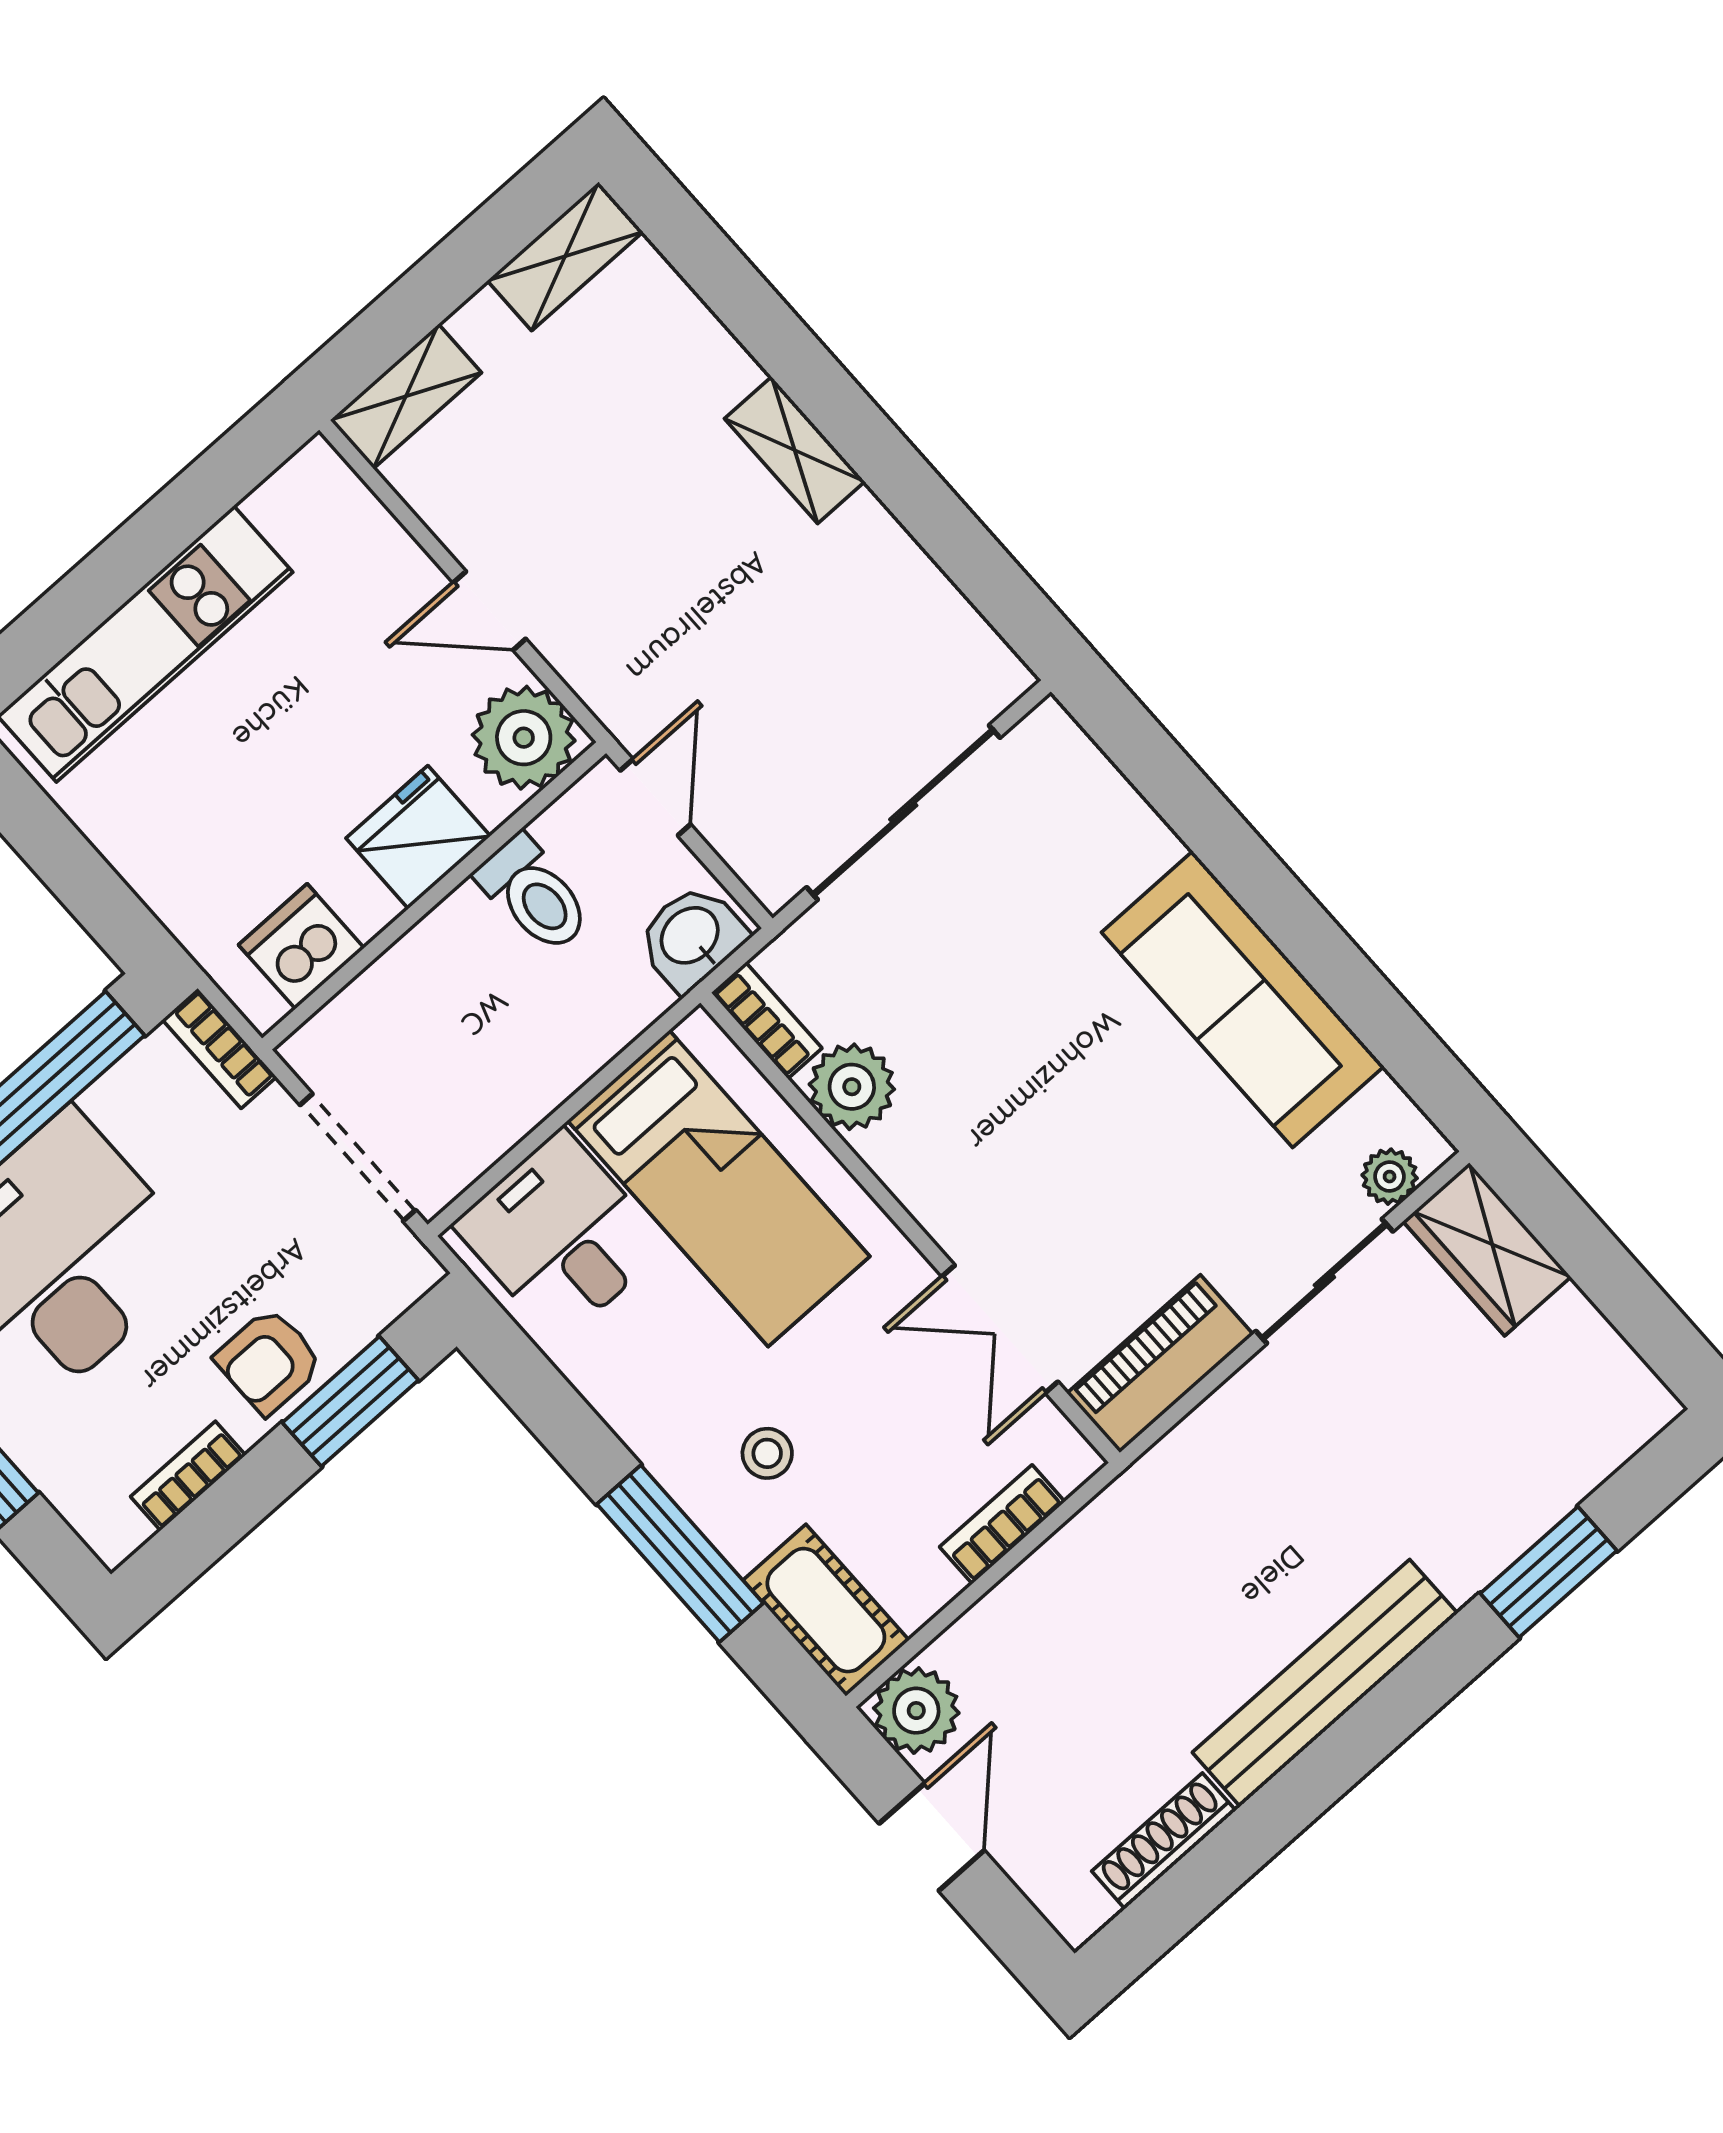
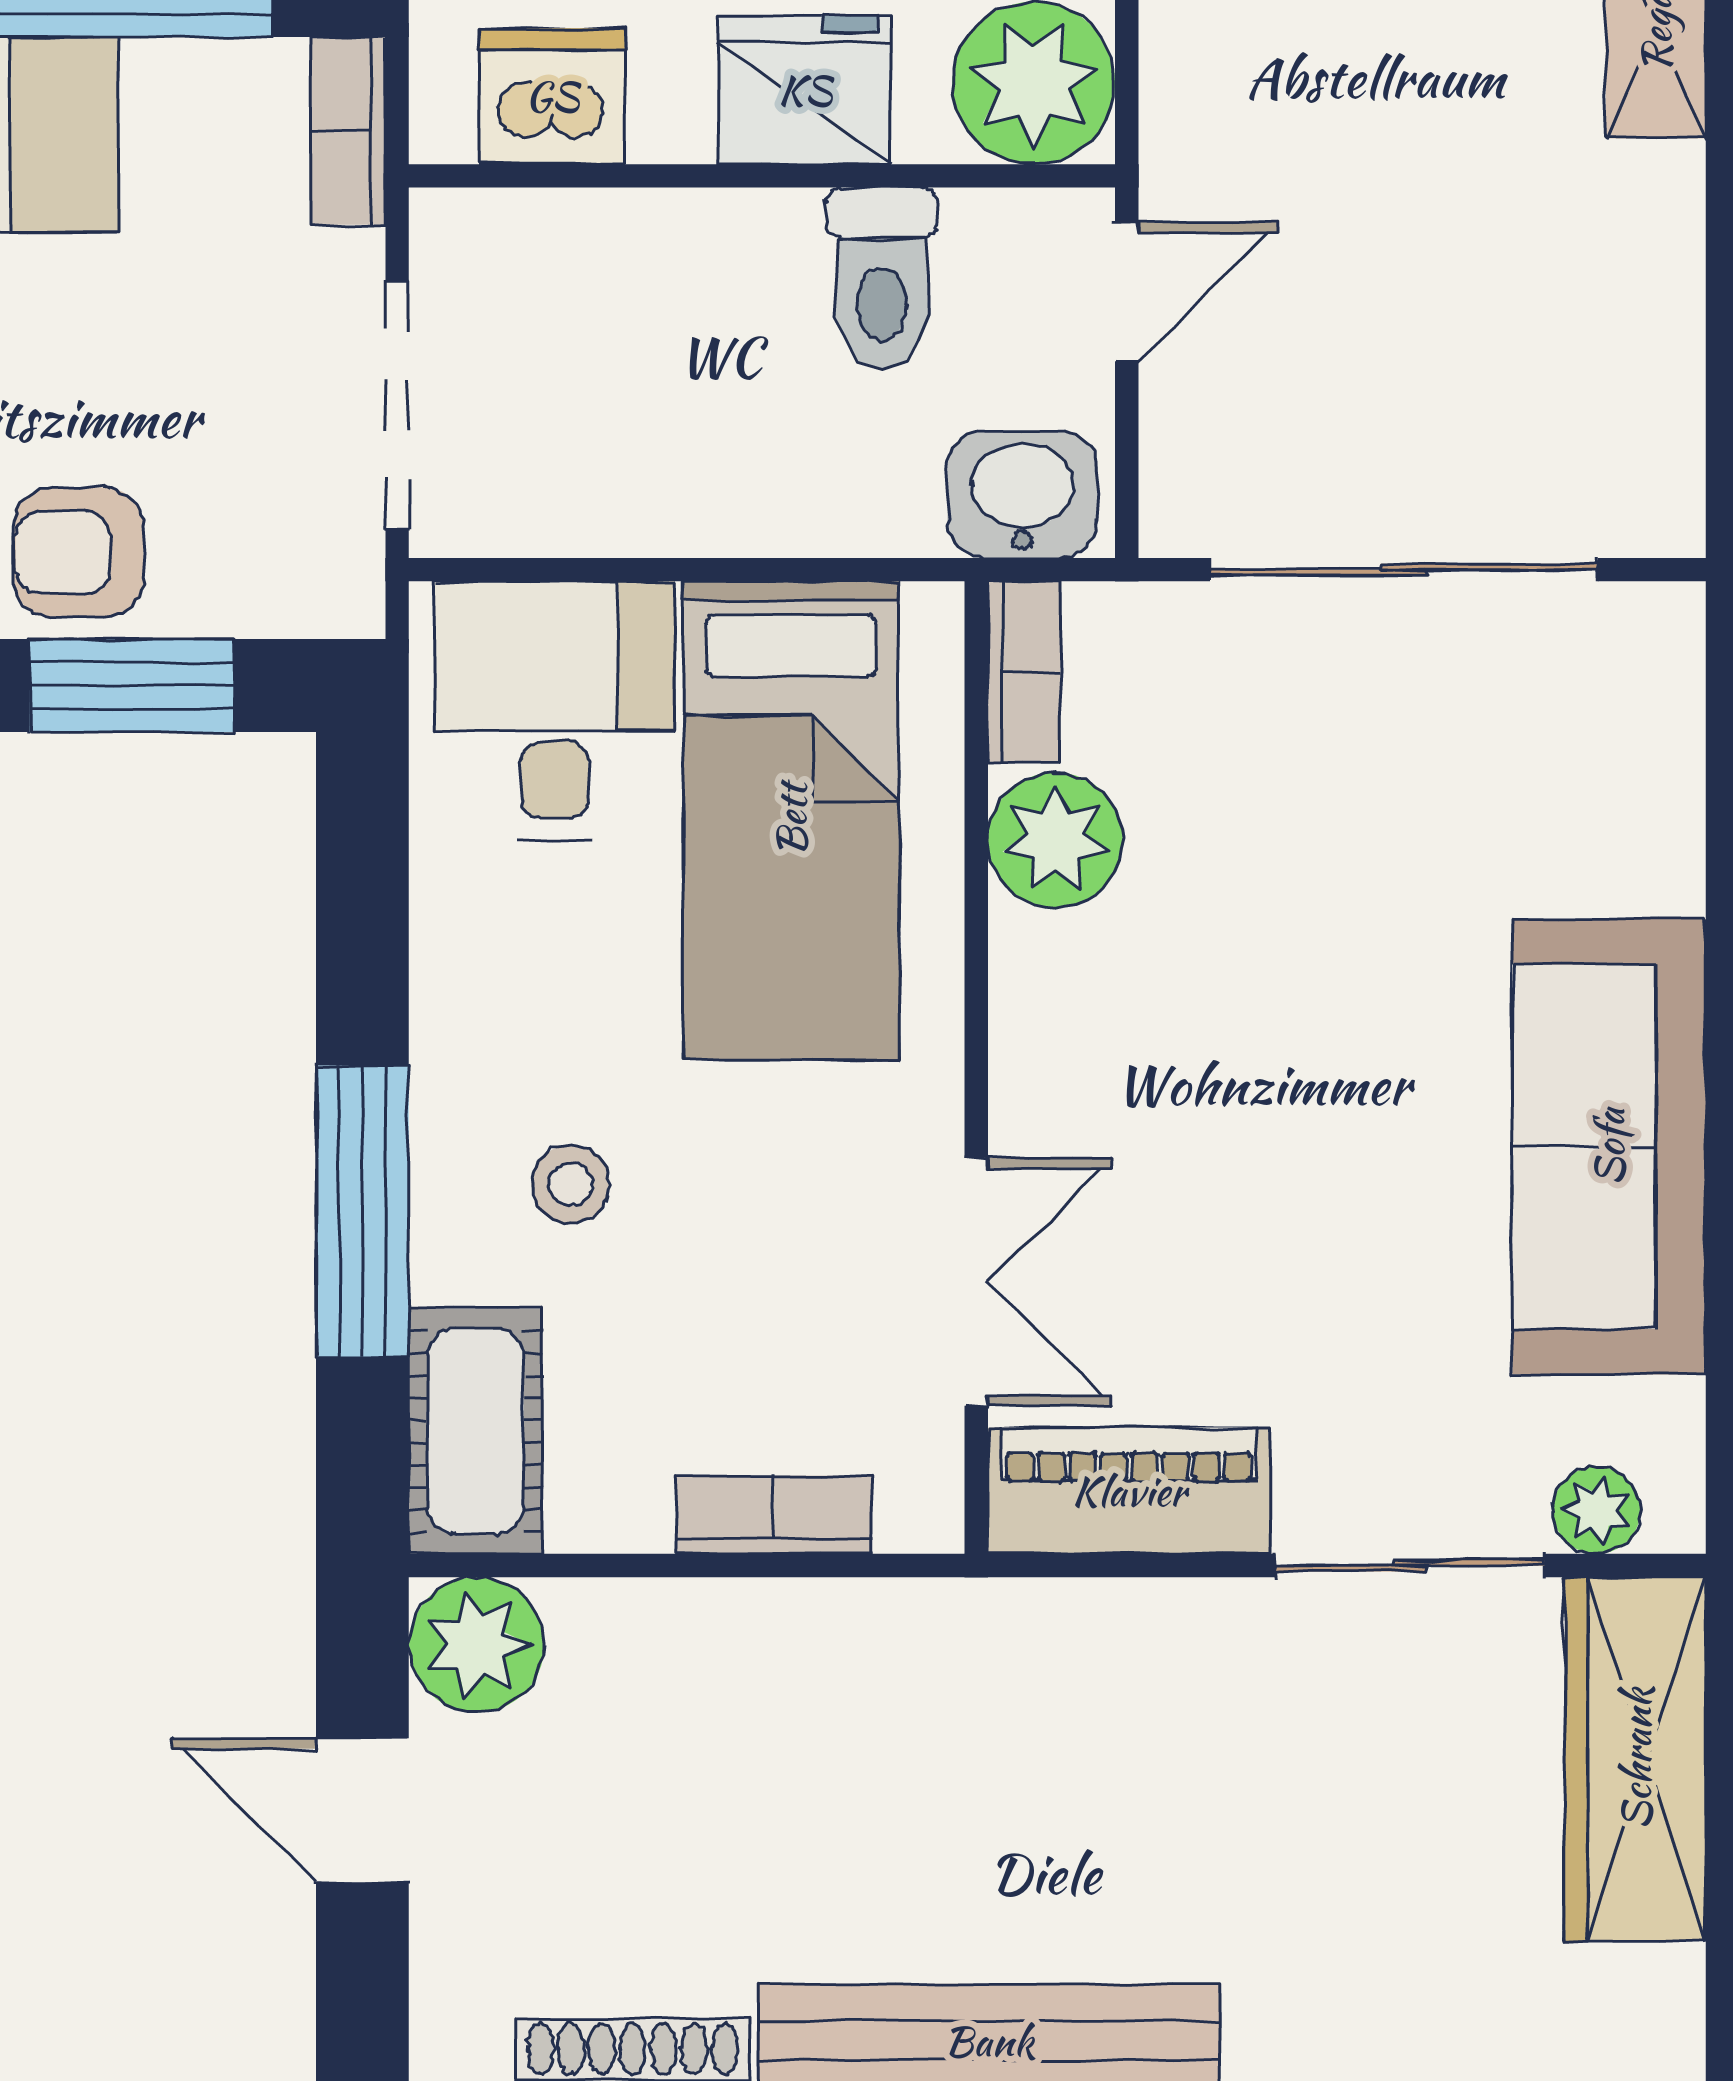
wardrobe: (1487, 1249) -> (1636, 1759), width x1.50
double door: (1000, 1329) -> (976, 1282), swing flipped
door: (932, 1837) -> (362, 1810), swing flipped

